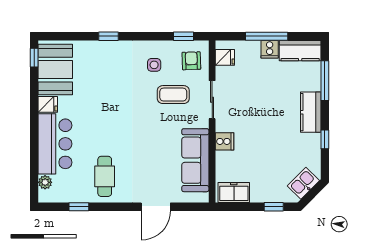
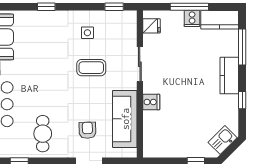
armchair: (191, 61) -> (87, 130), moved
coffee table: (173, 95) -> (91, 68), moved
freezer: (234, 193) -> (160, 148), removed

